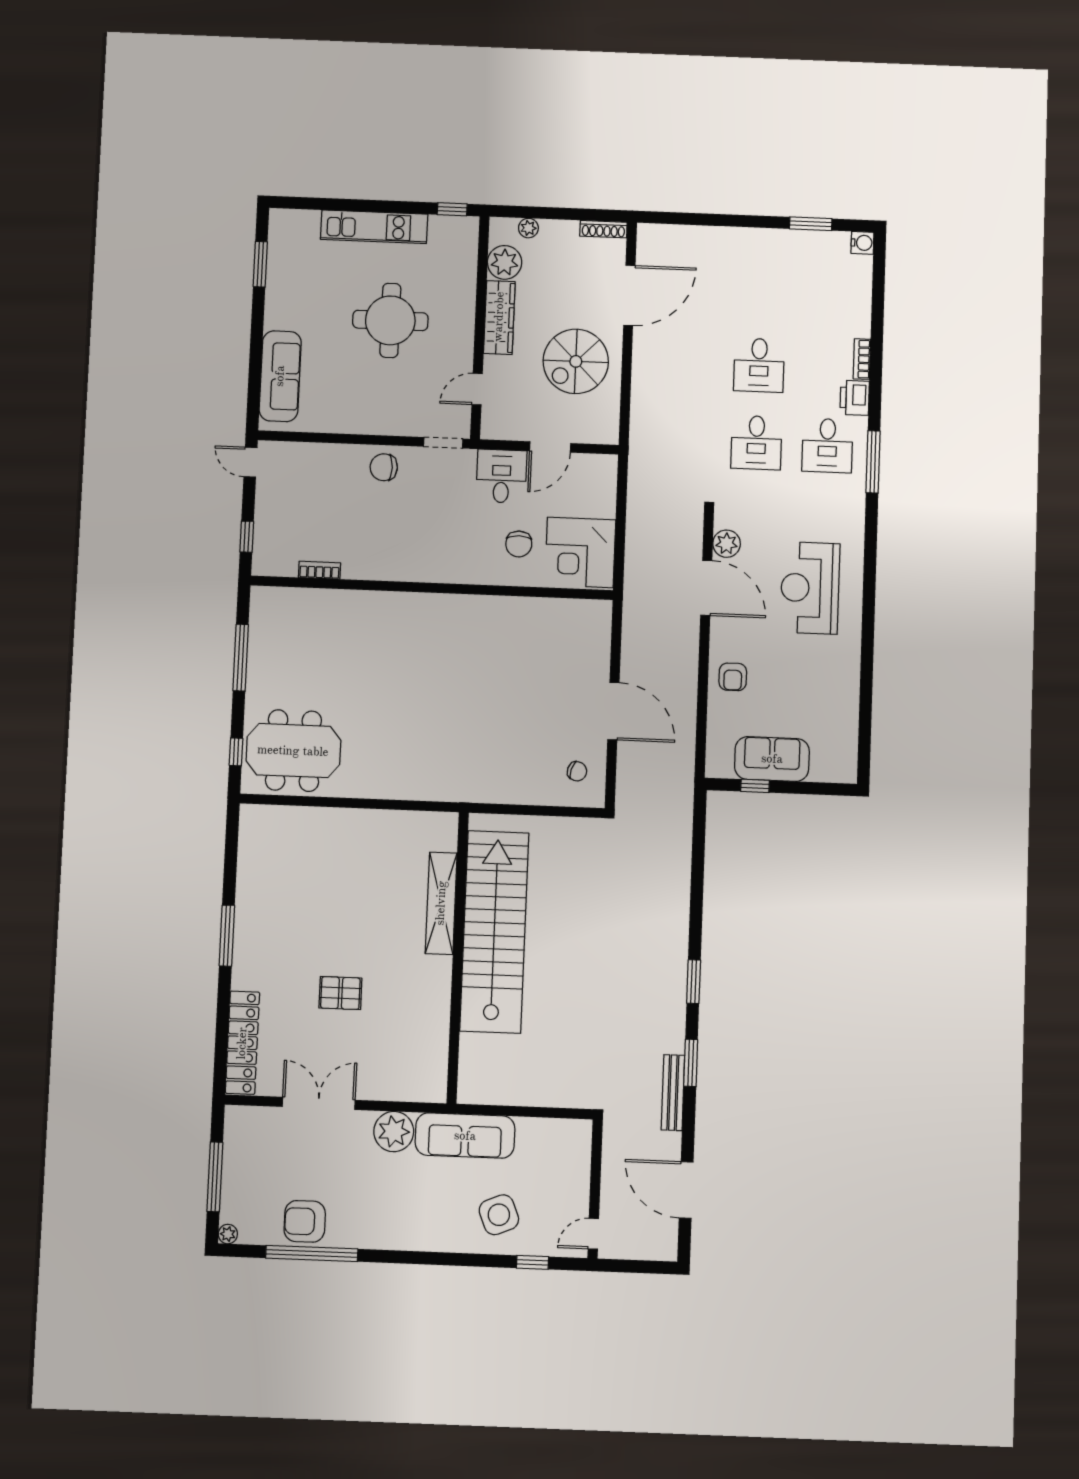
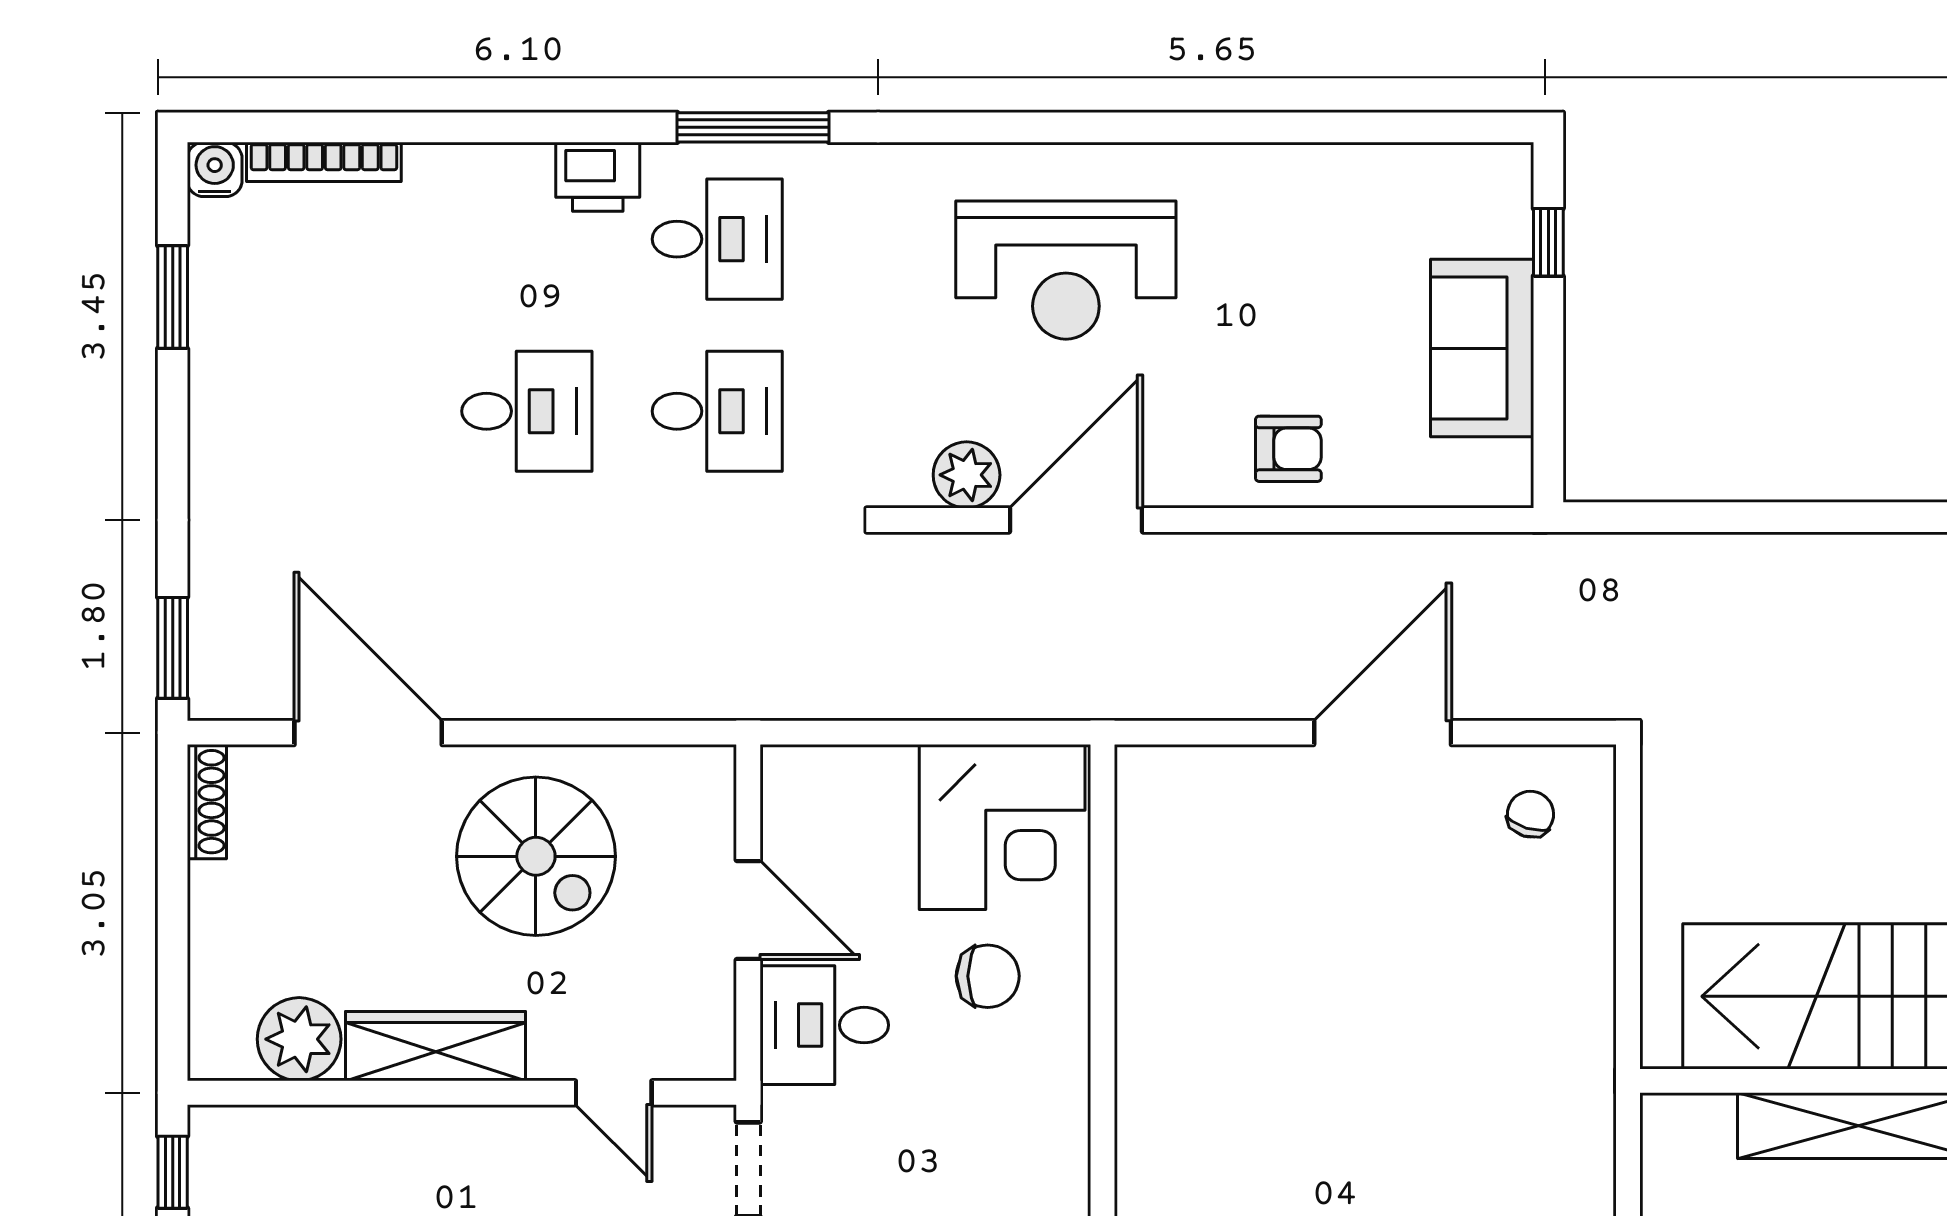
window: (667, 218) -> (173, 648), added
plant: (528, 228) -> (212, 985), removed
bookcase: (862, 359) -> (324, 162), moved, width x1.56
window: (755, 786) -> (1548, 242), moved

